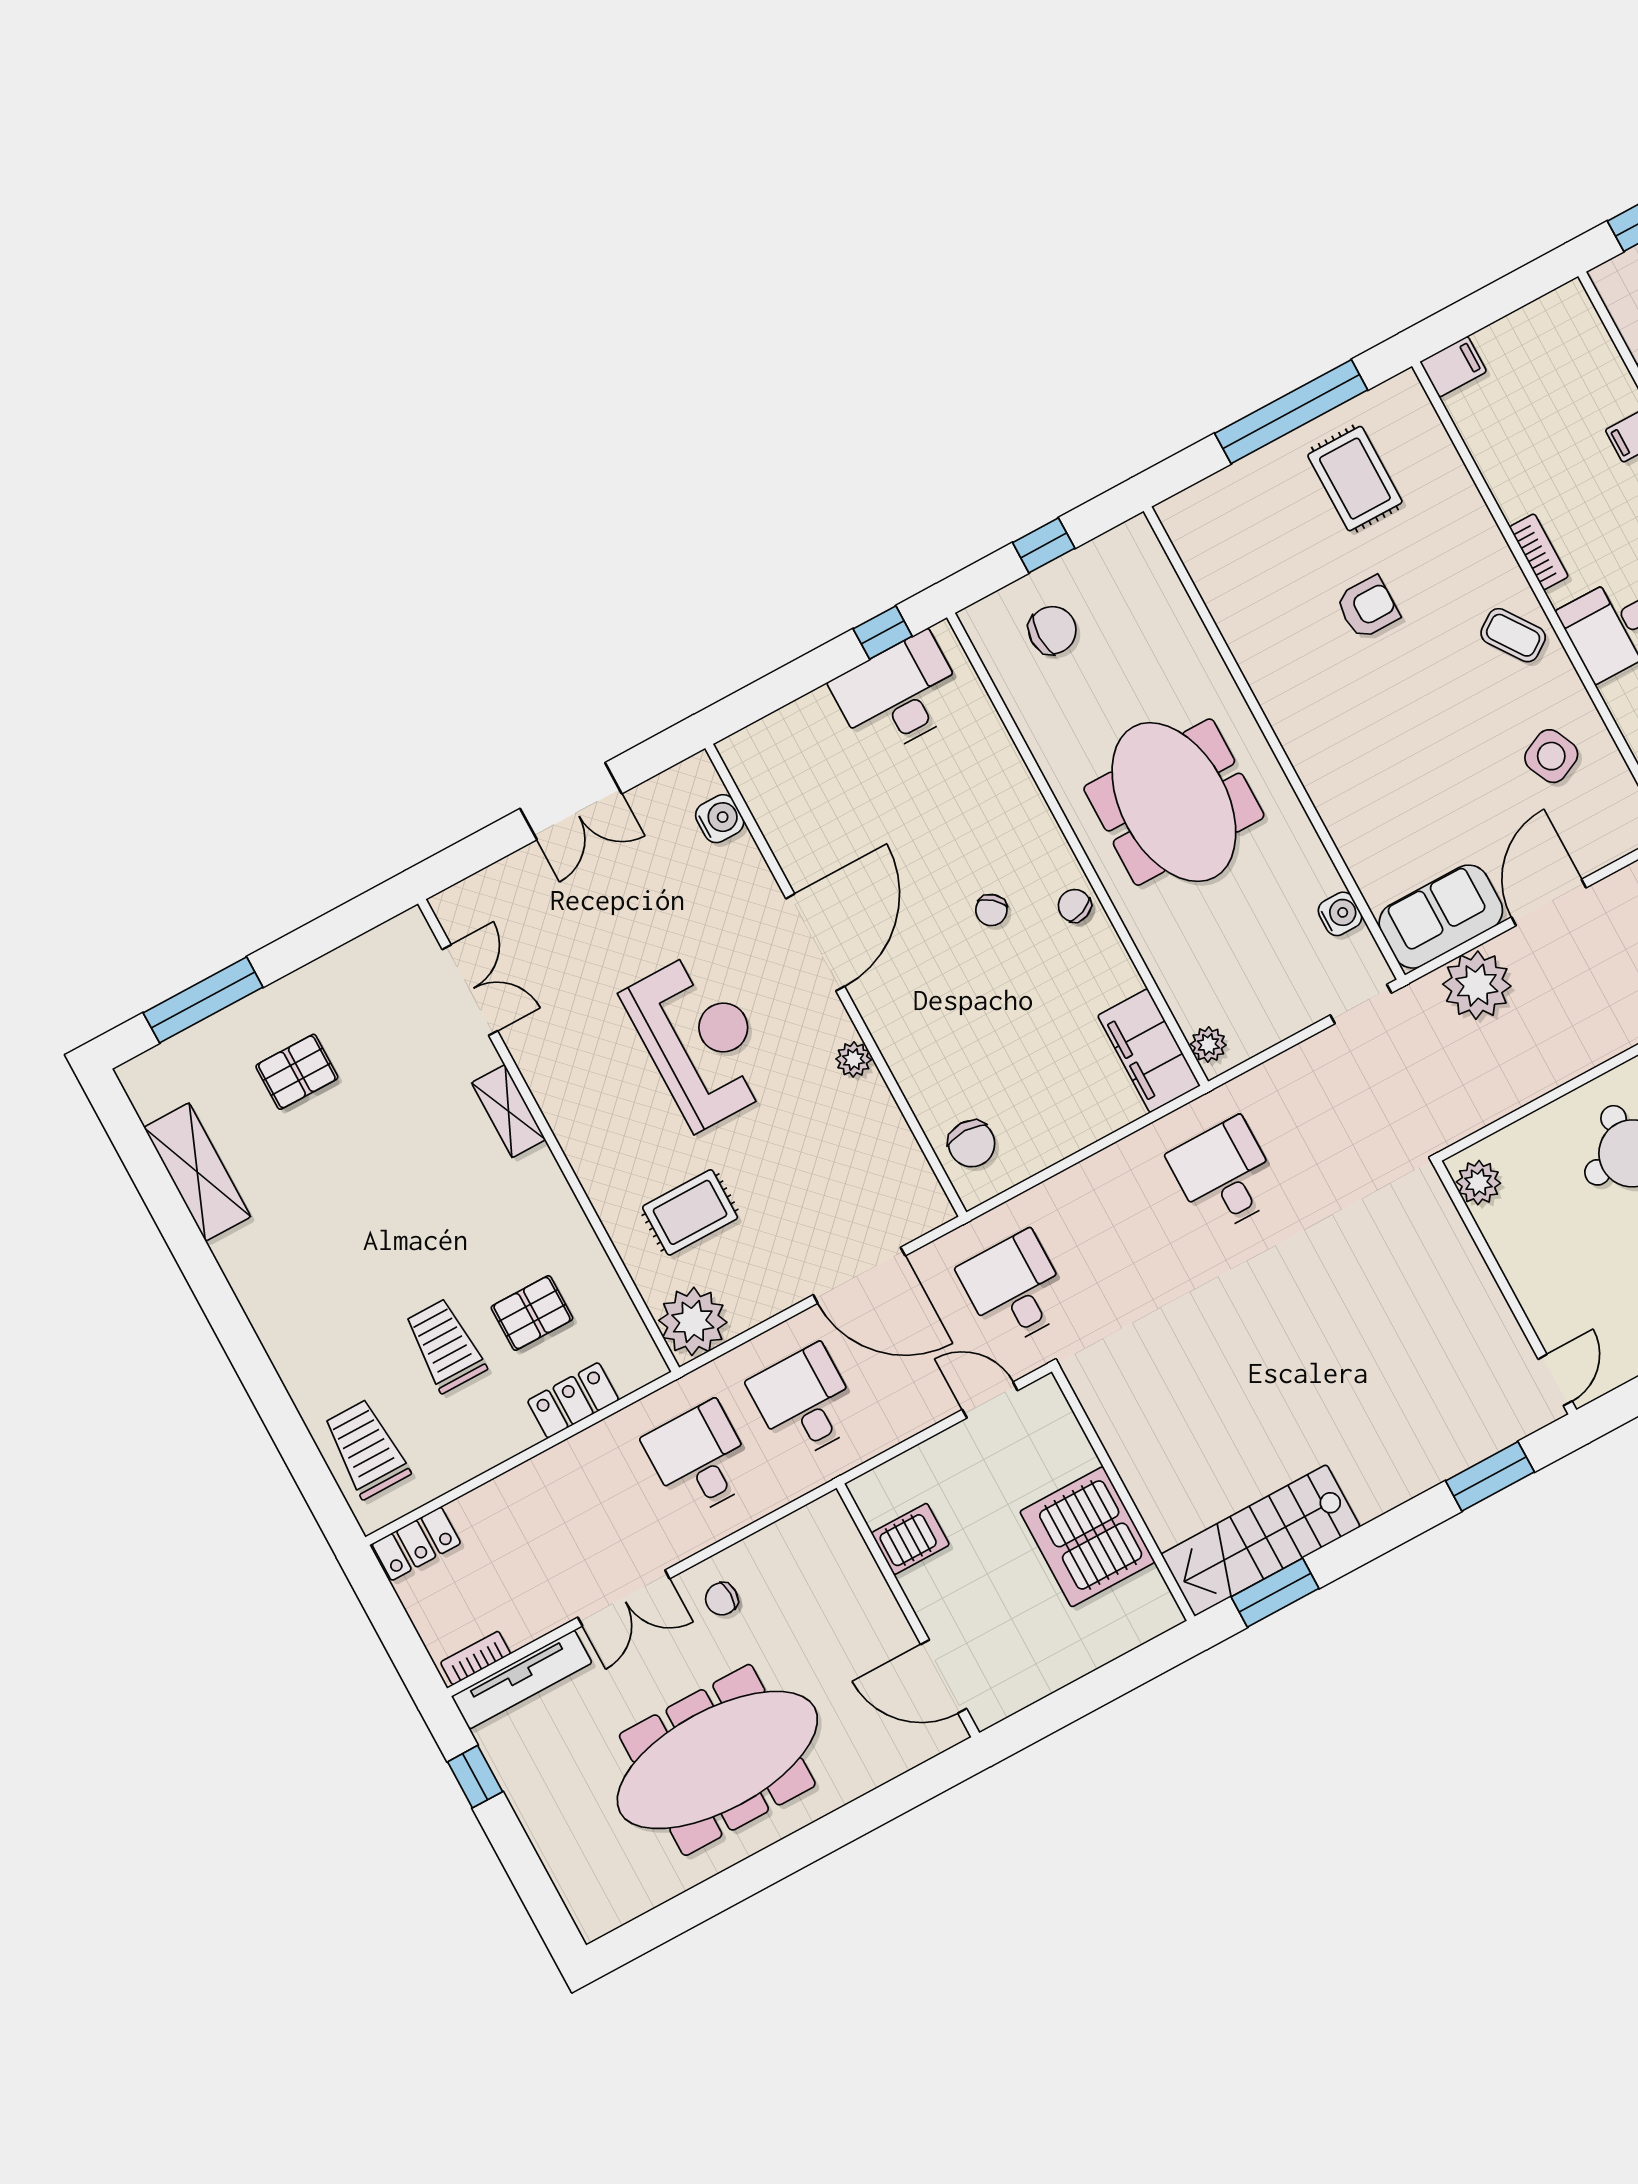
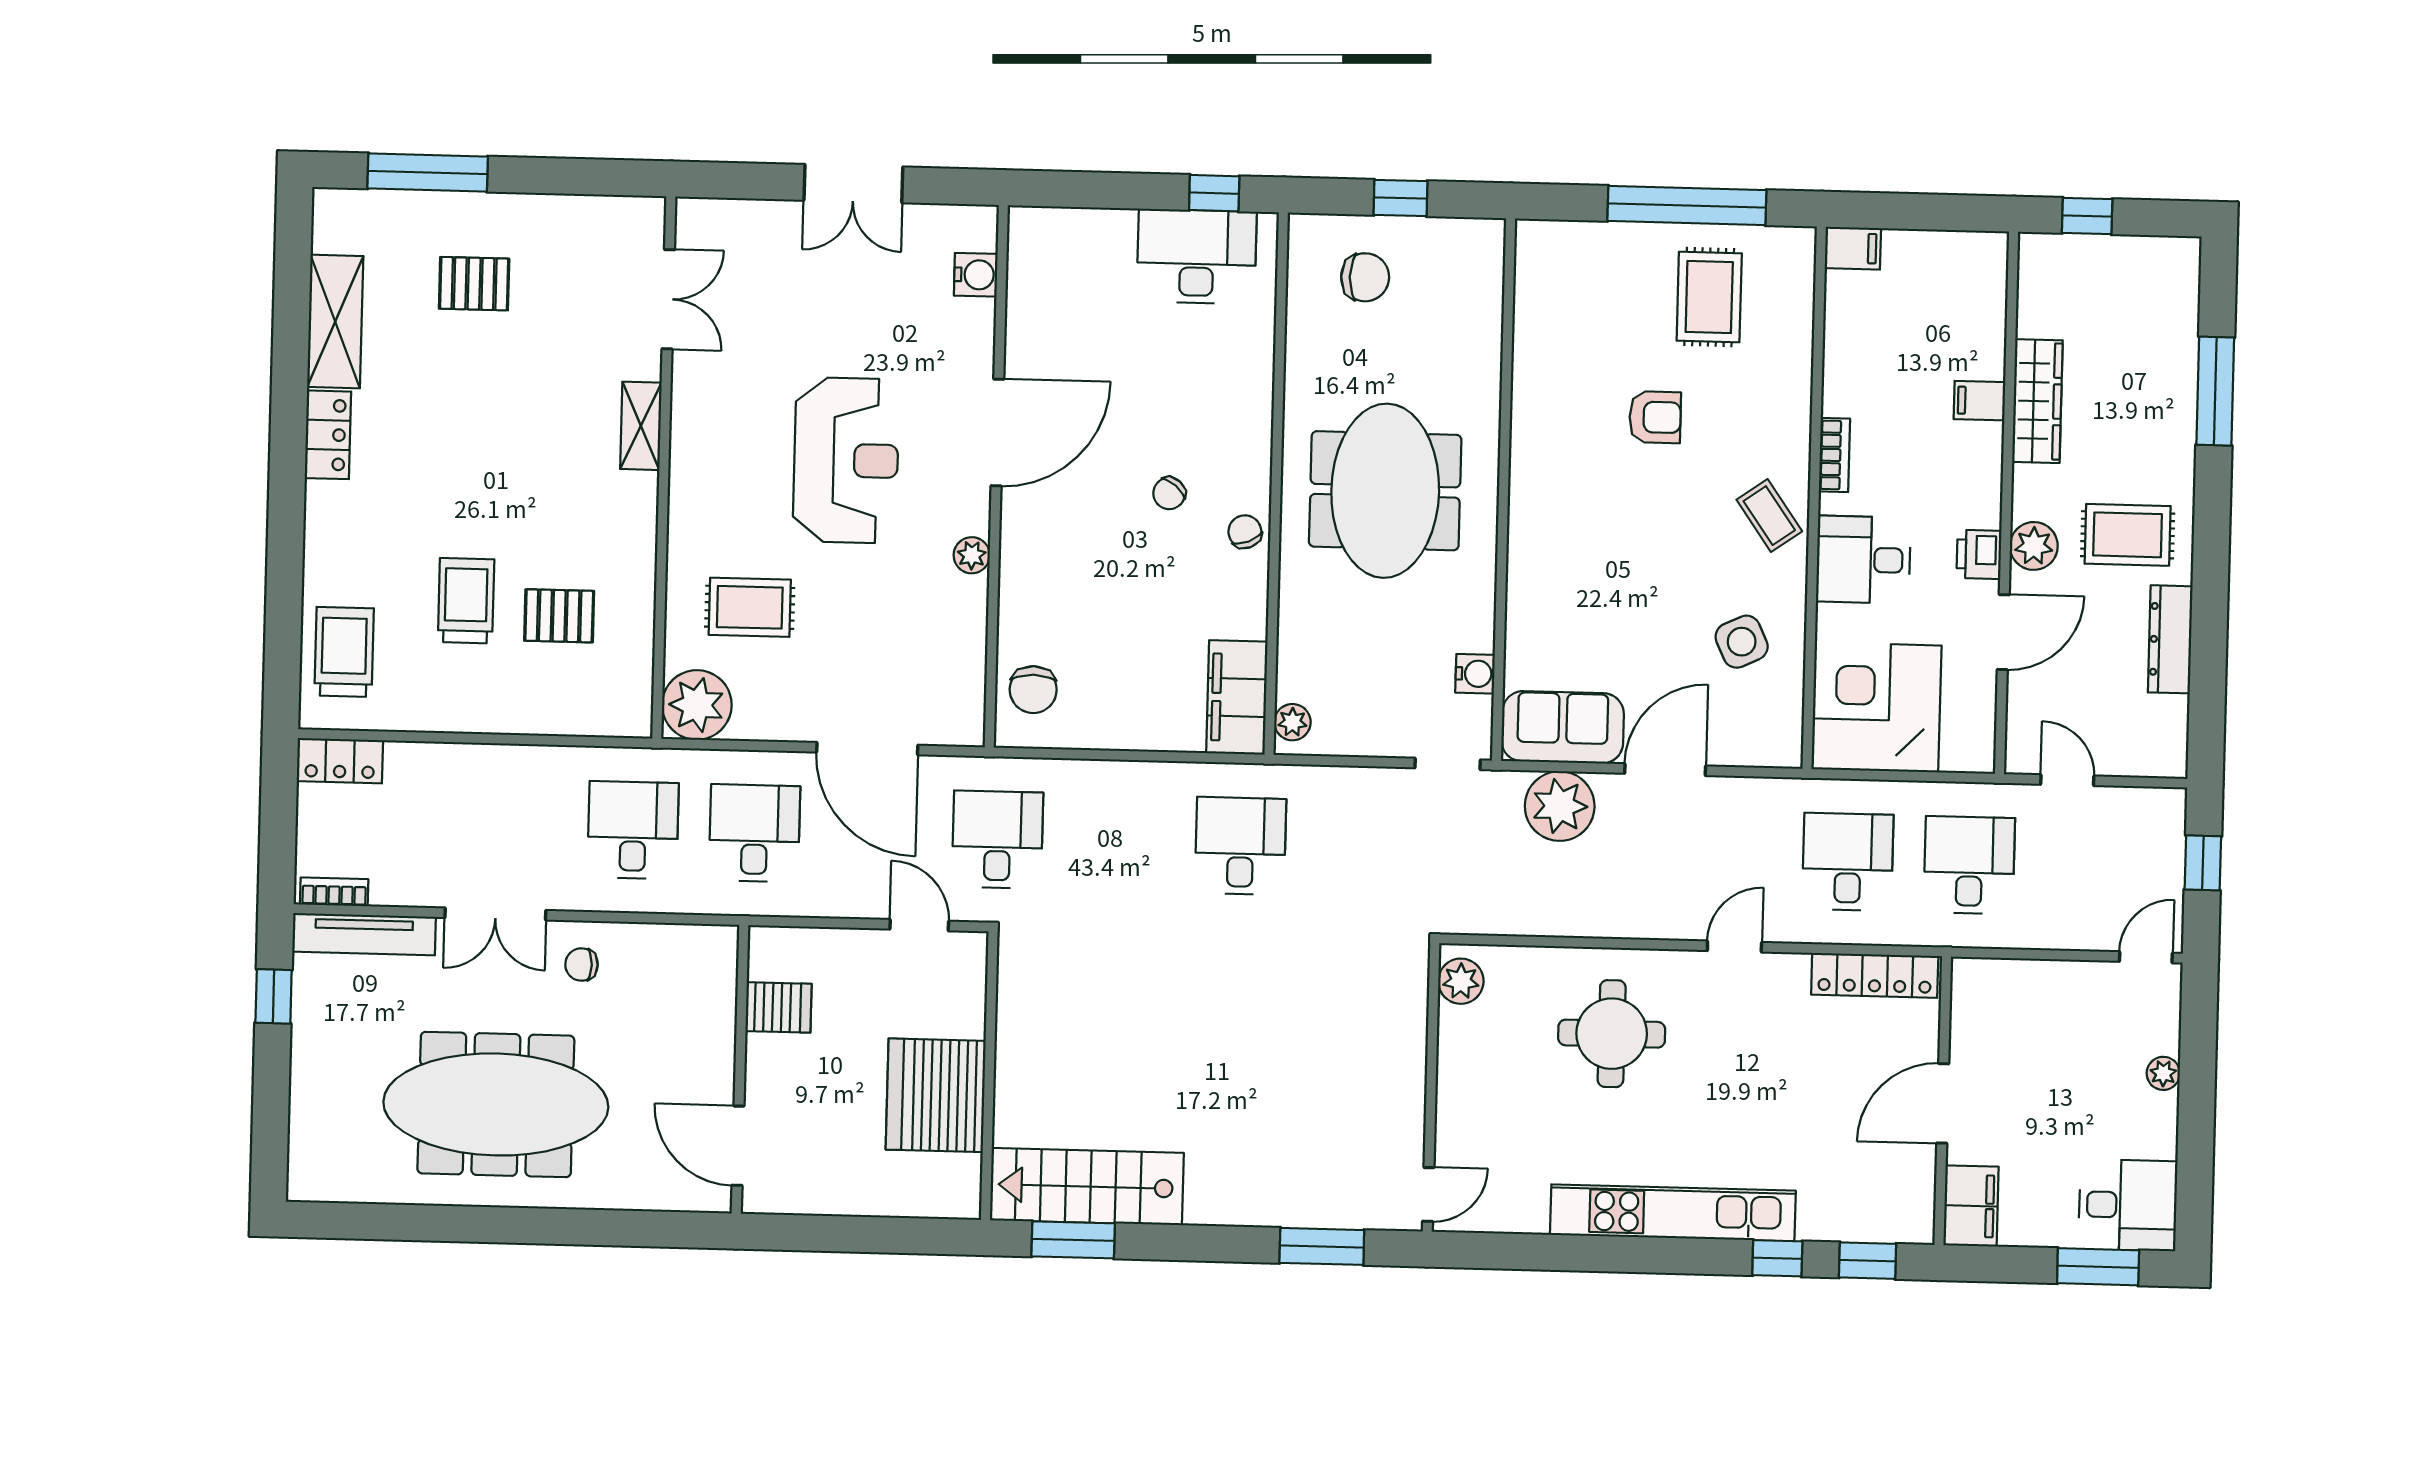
locker: (573, 1400) -> (328, 435), moved, turned 90

